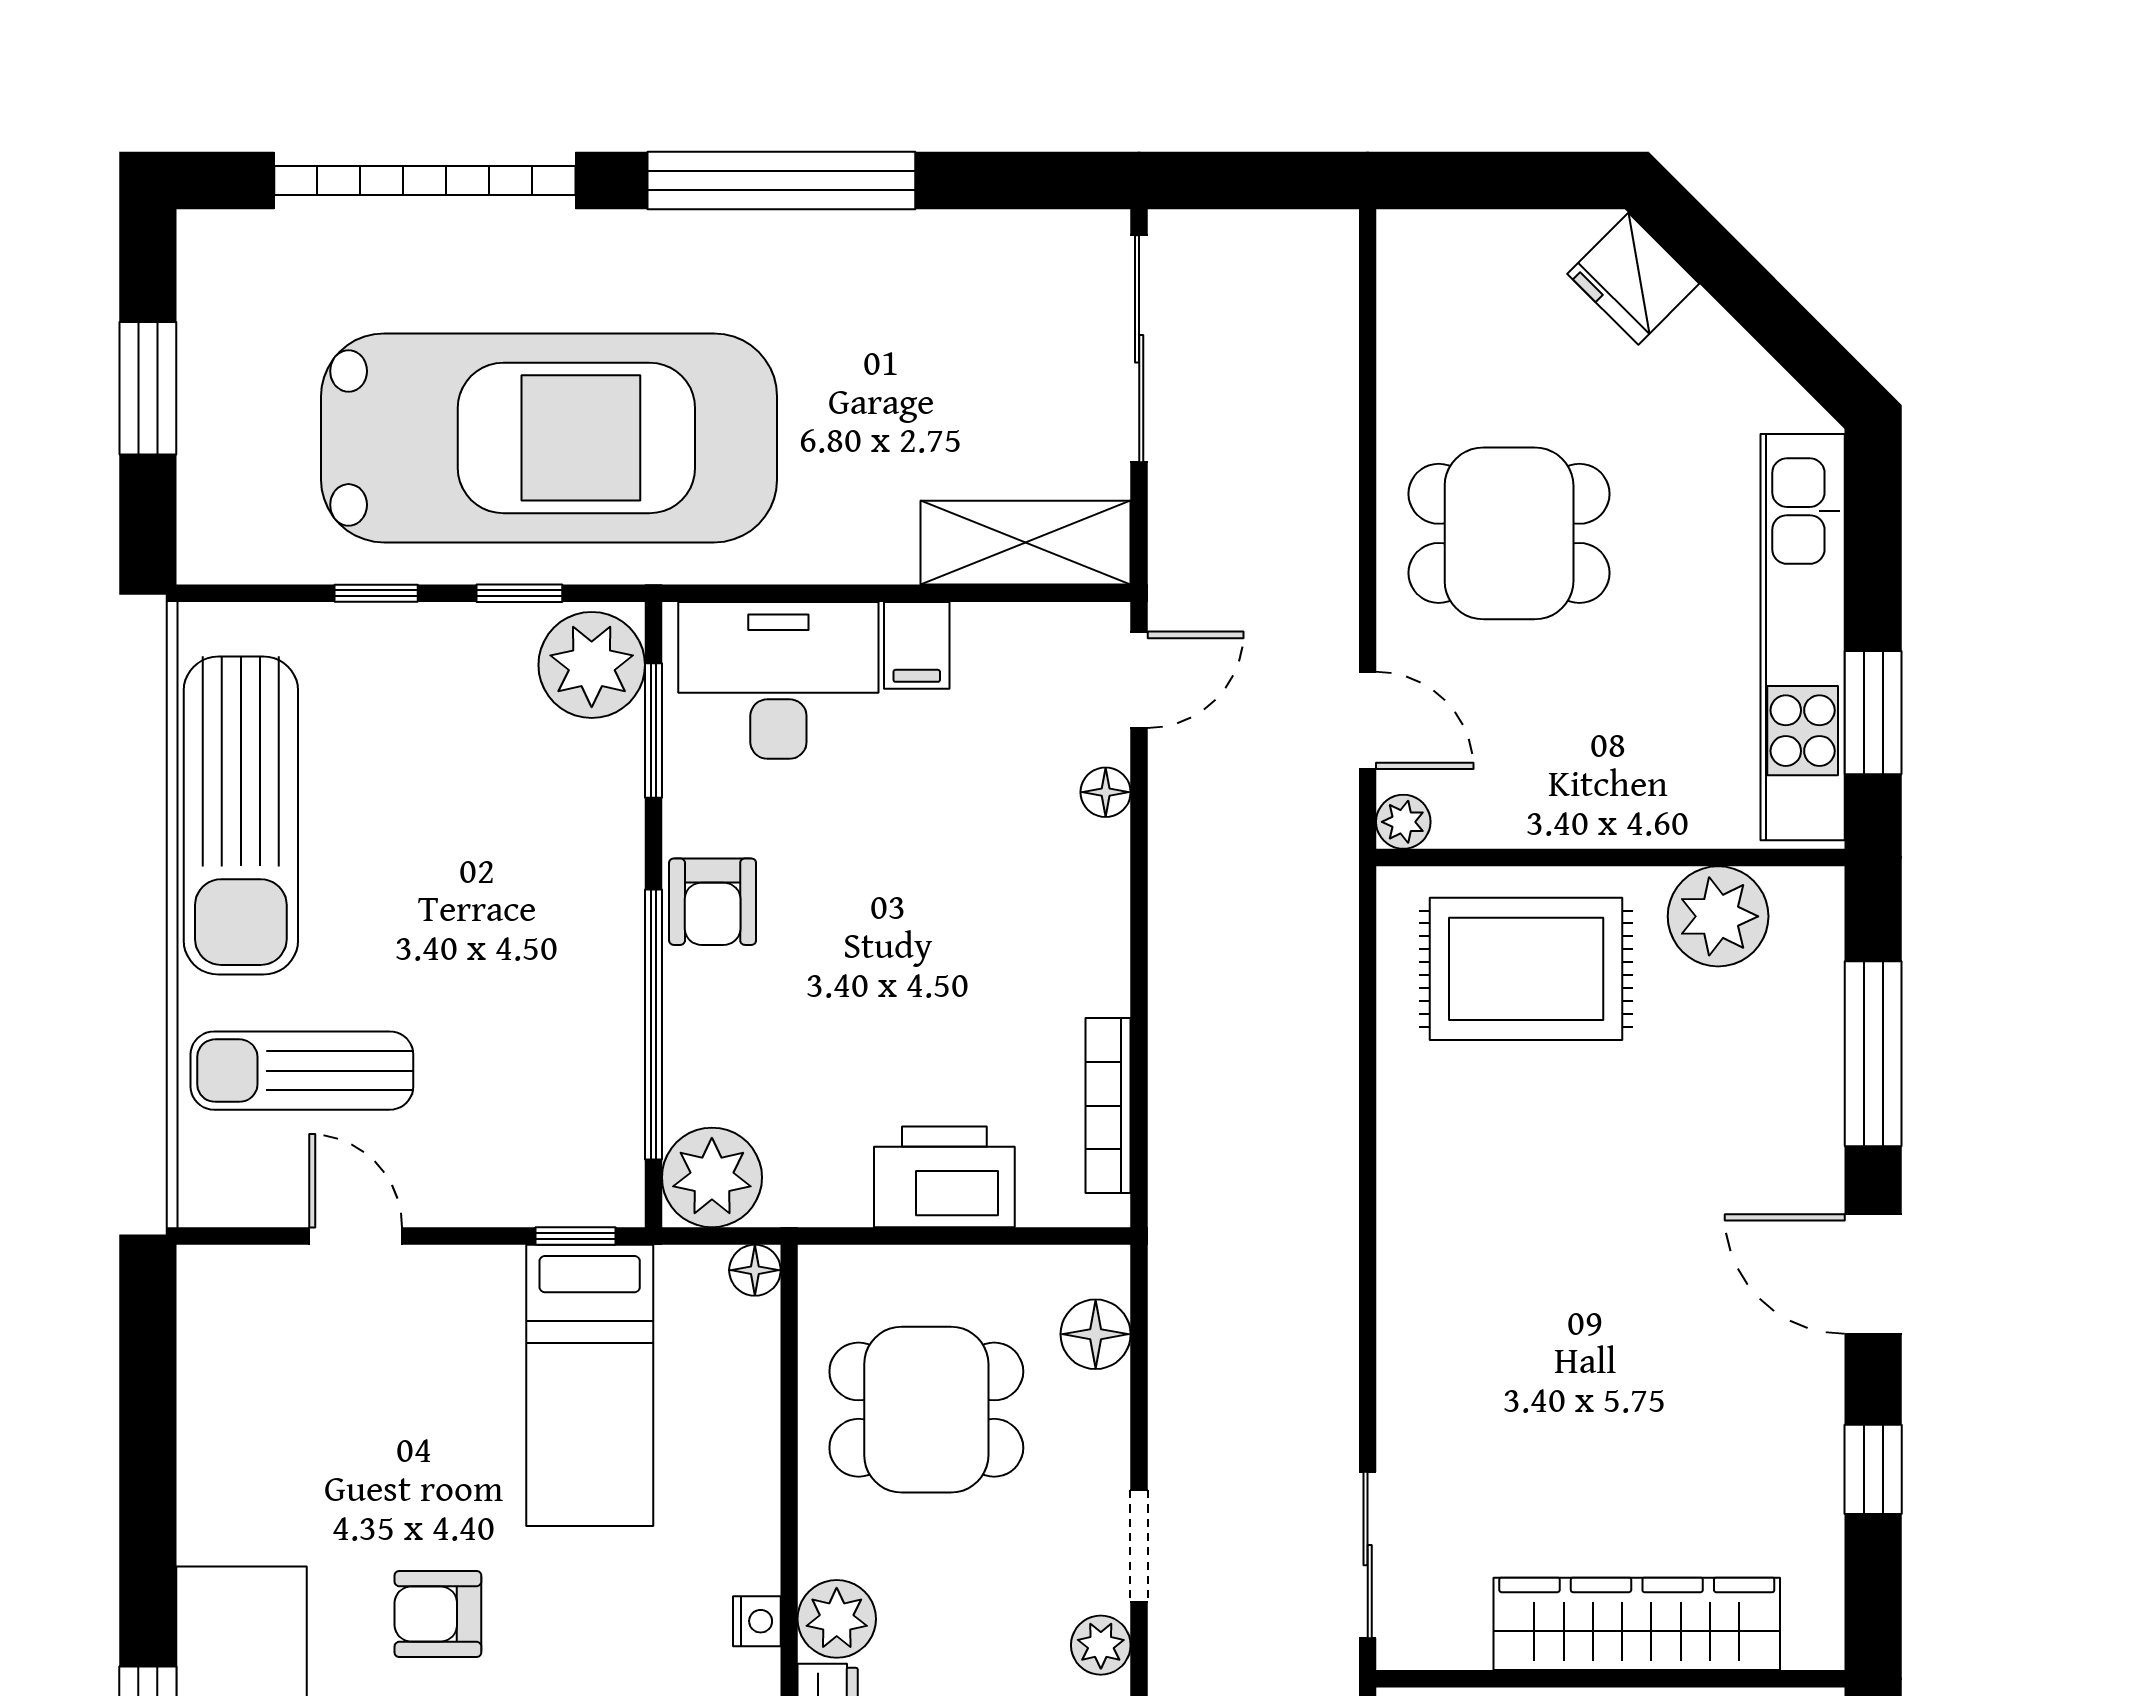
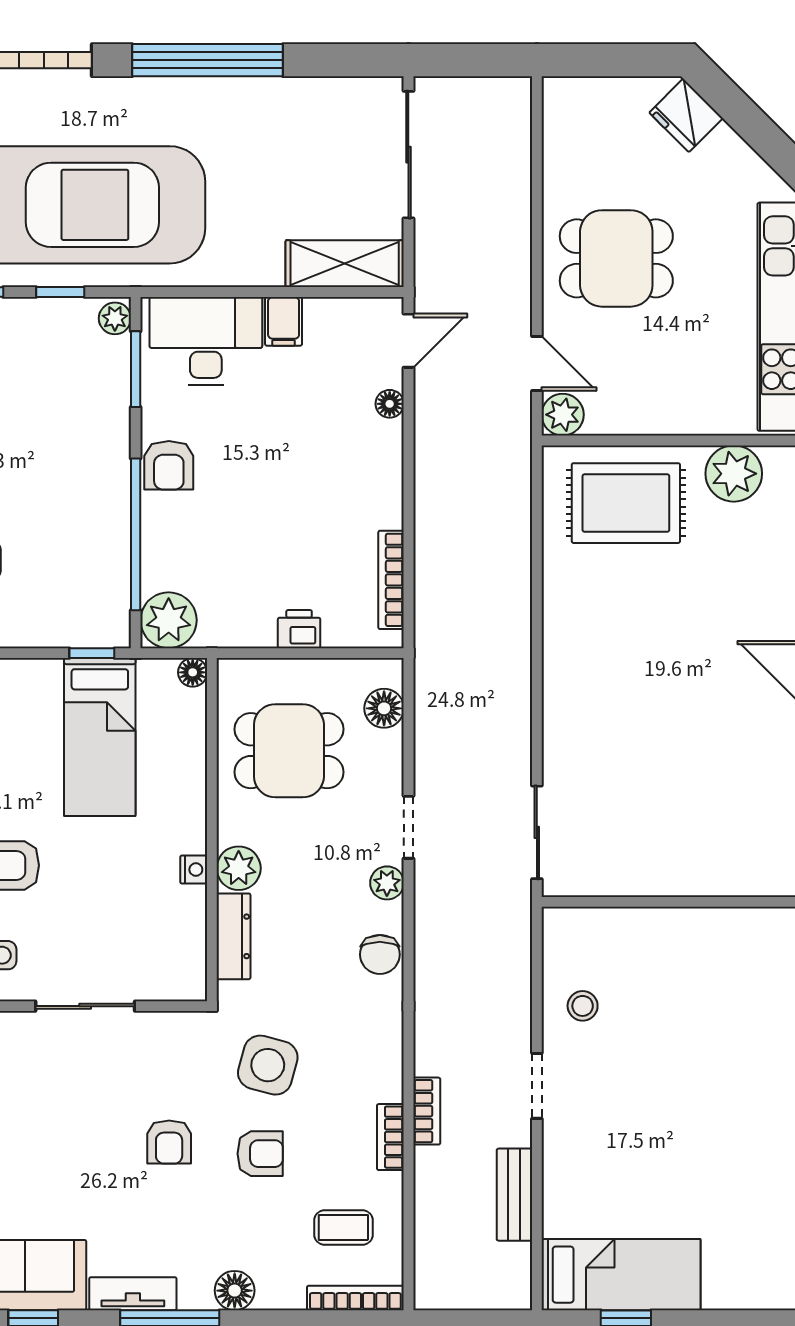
plant: (592, 665) -> (115, 318), width x0.53, depth x0.53
plant: (1403, 822) -> (563, 415), width x1.38, depth x1.38
printer: (944, 1177) -> (299, 629), width x0.53, depth x0.68
wardrobe: (1637, 1624) -> (688, 871), removed

